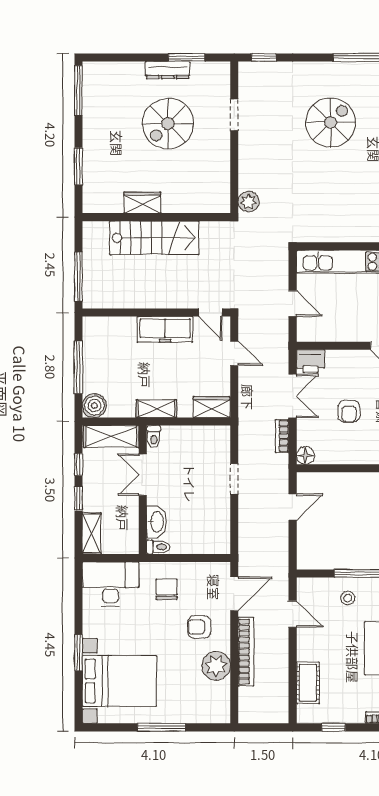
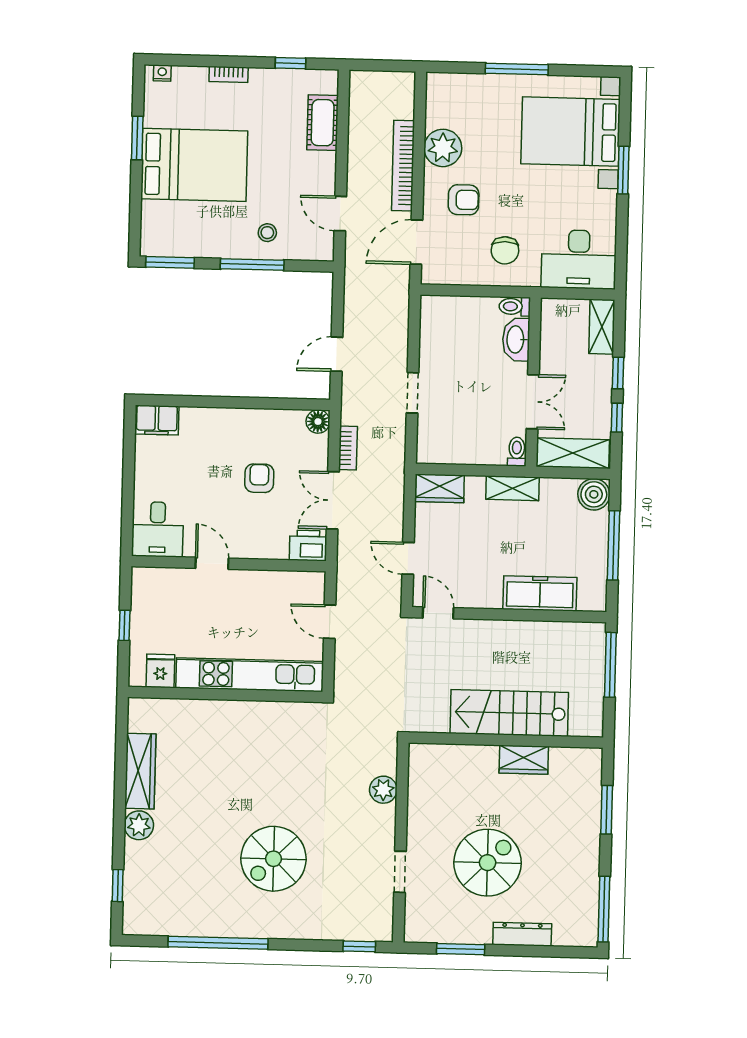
dresser: (168, 70) -> (522, 934), moved
plant: (248, 202) -> (383, 790), moved
freezer: (165, 329) -> (540, 593), moved

